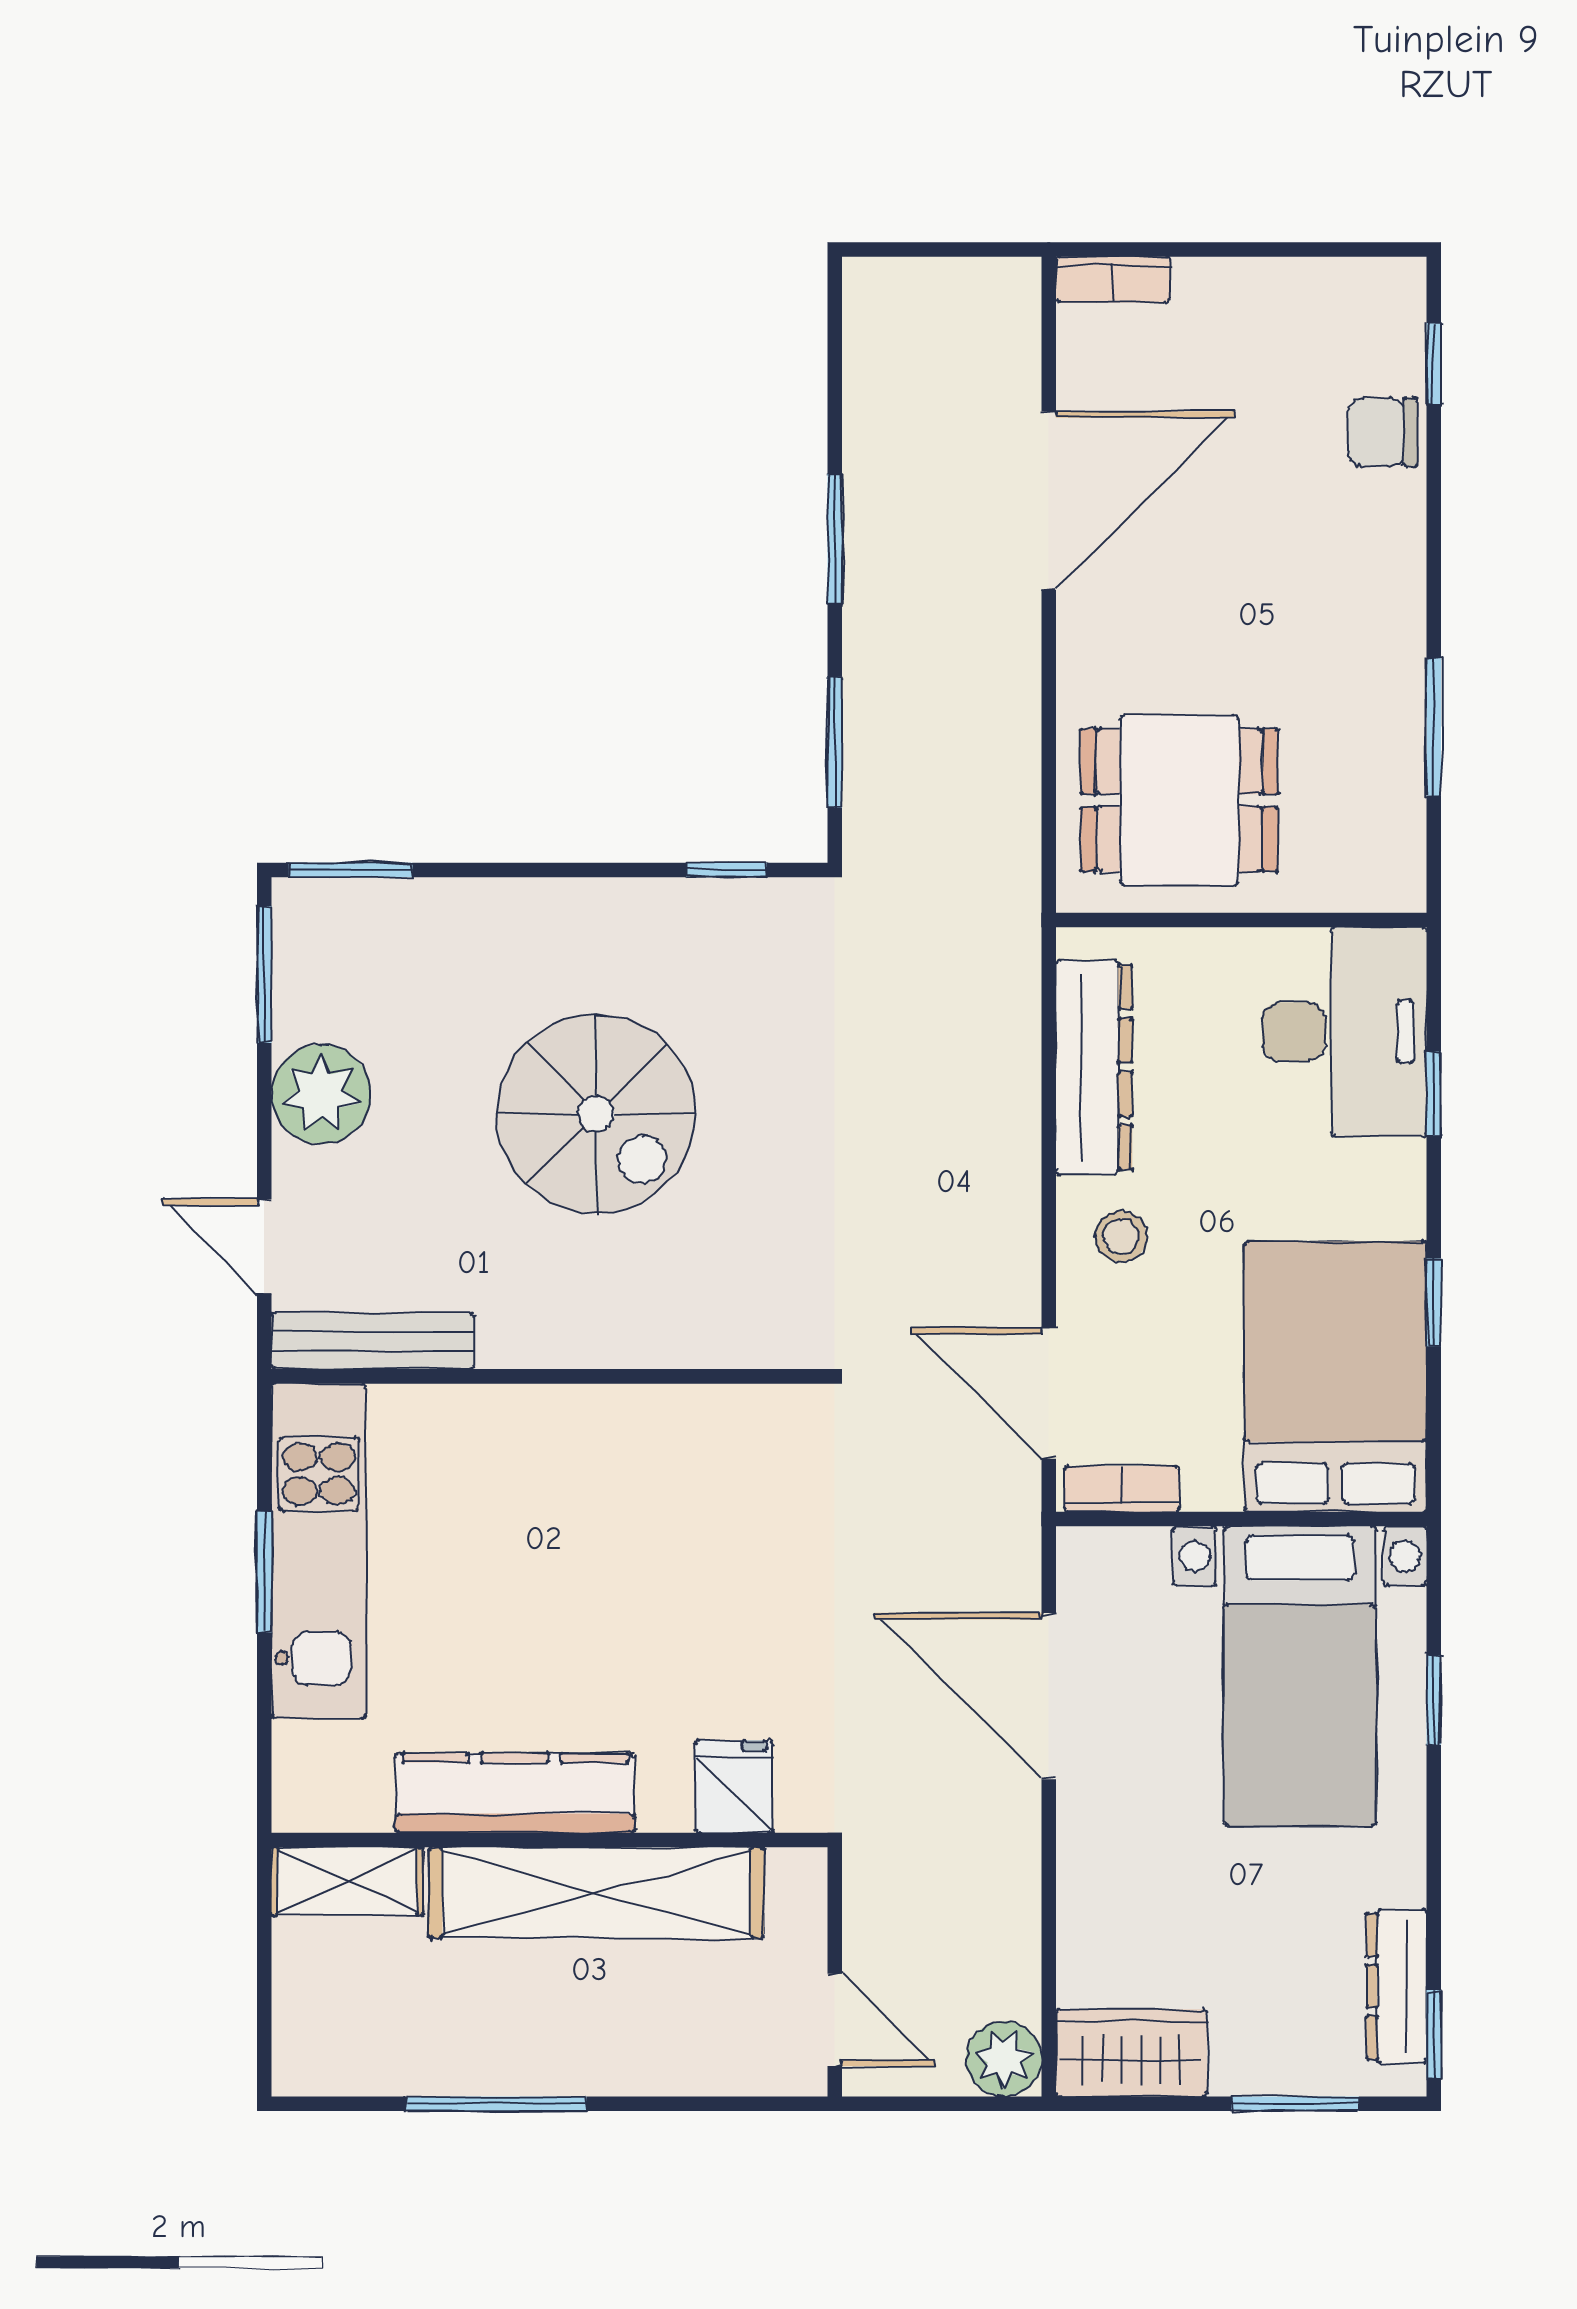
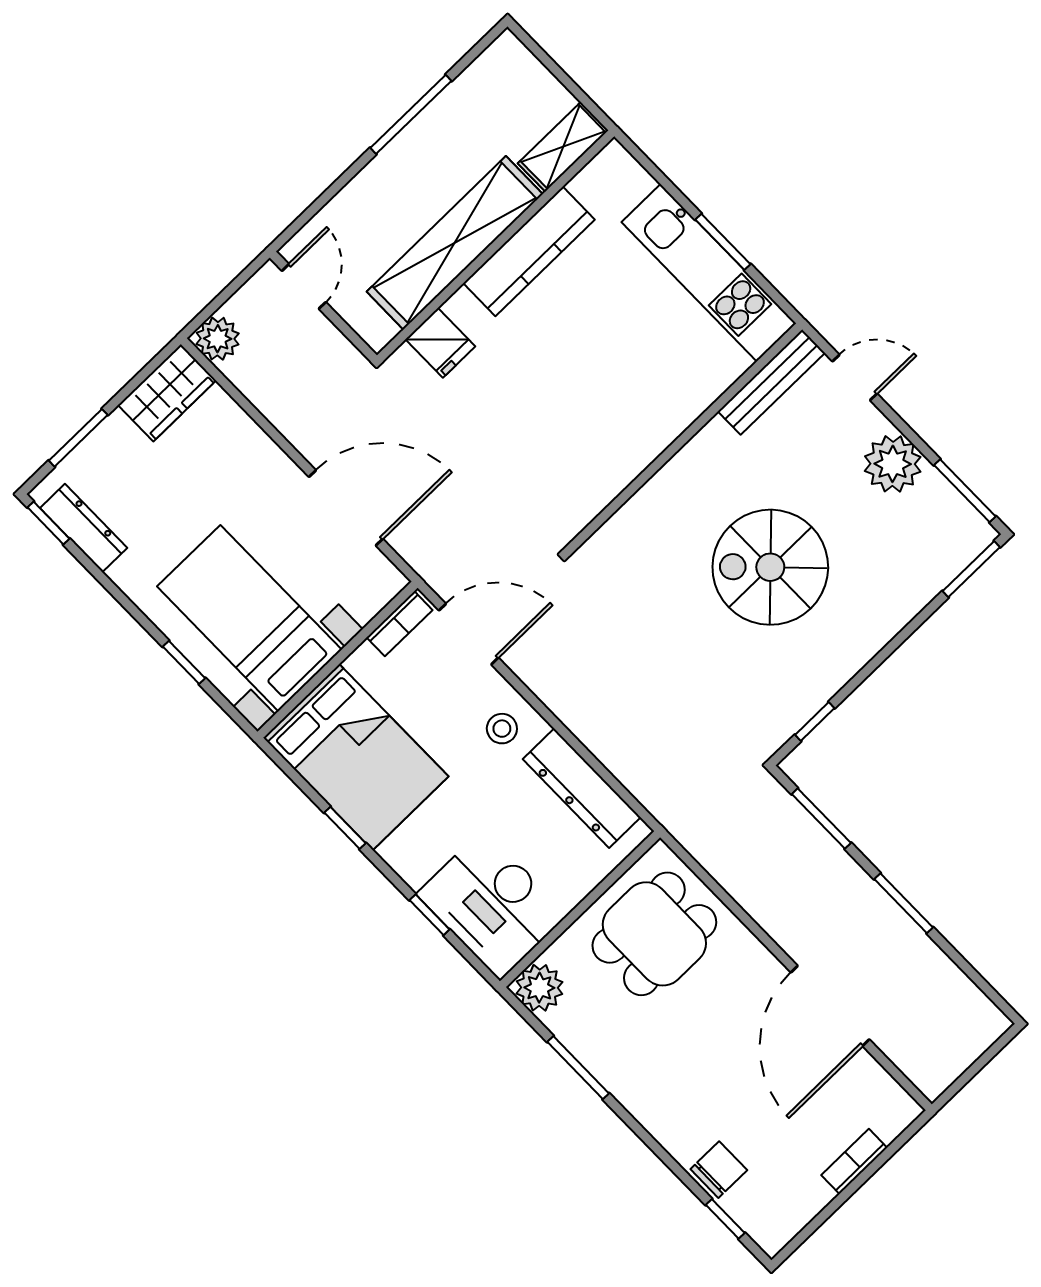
bookcase: (1113, 280) -> (854, 1161), moved
plant: (1386, 872) -> (539, 988), added
door: (835, 2020) -> (304, 286), swing flipped

